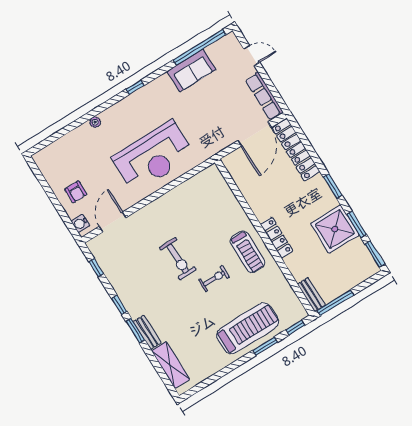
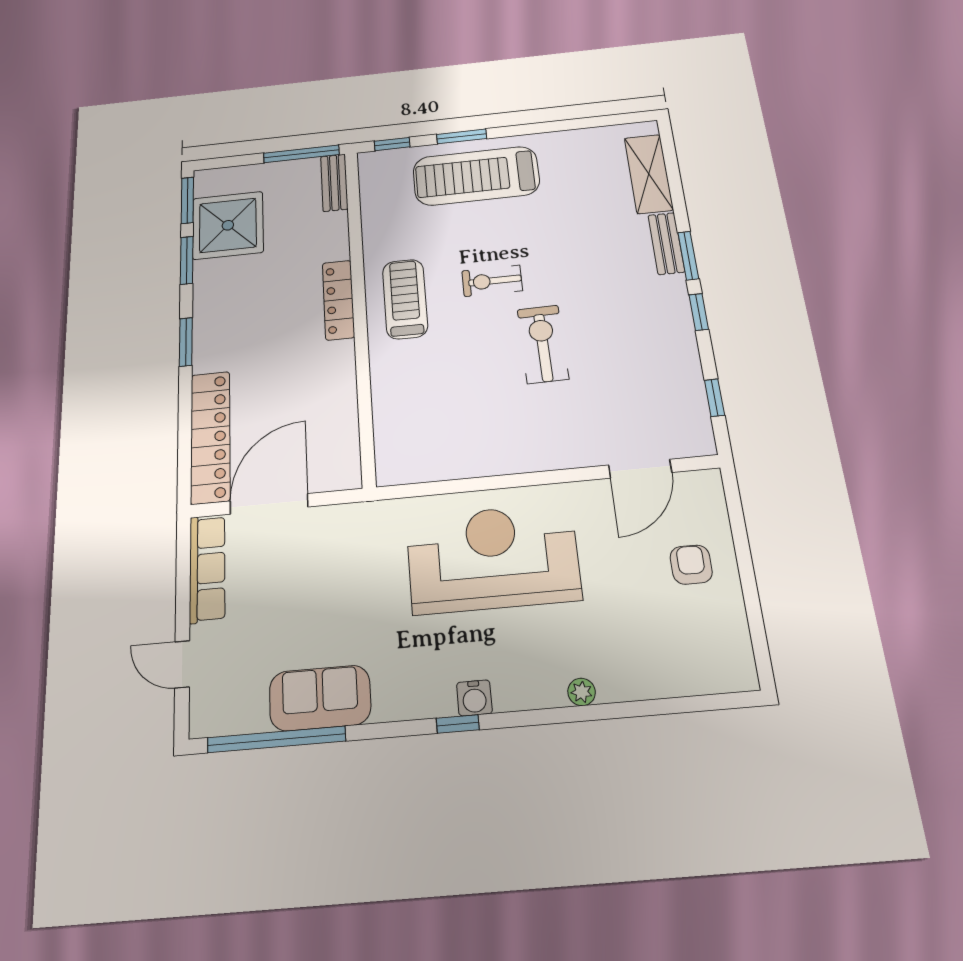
water cooler: (80, 223) -> (474, 698), moved, turned 90
shower: (335, 229) -> (228, 225), moved

